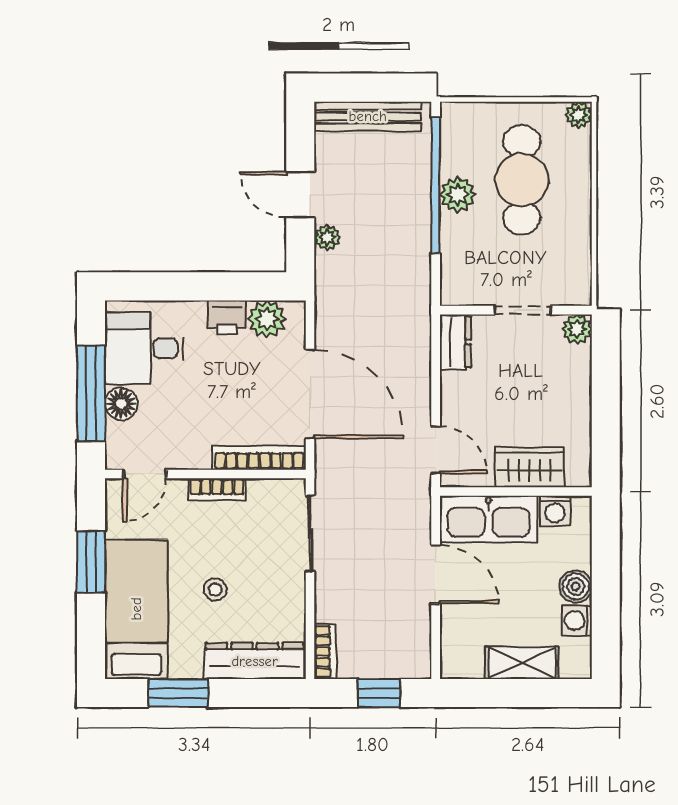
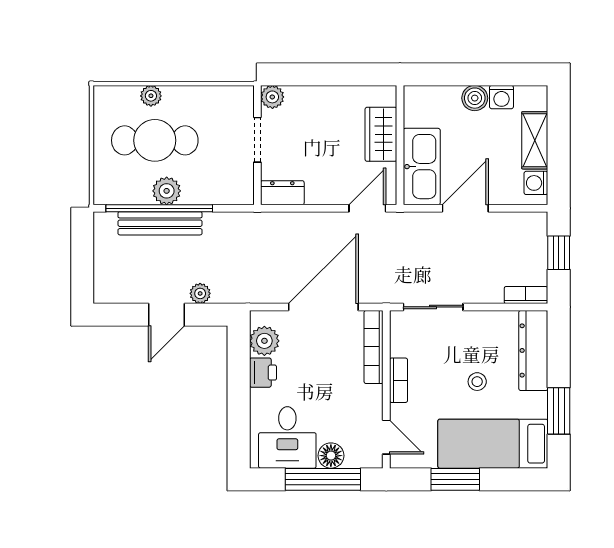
plant: (578, 115) -> (151, 96), moved
bench: (368, 116) -> (160, 223), moved, turned 90
washing machine: (555, 511) -> (536, 183), moved, turned 180

